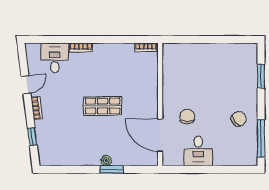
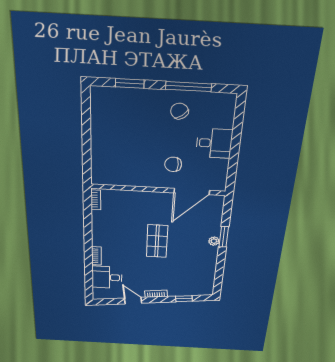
window: (261, 138) -> (189, 87), moved
desk: (198, 151) -> (214, 143), moved

